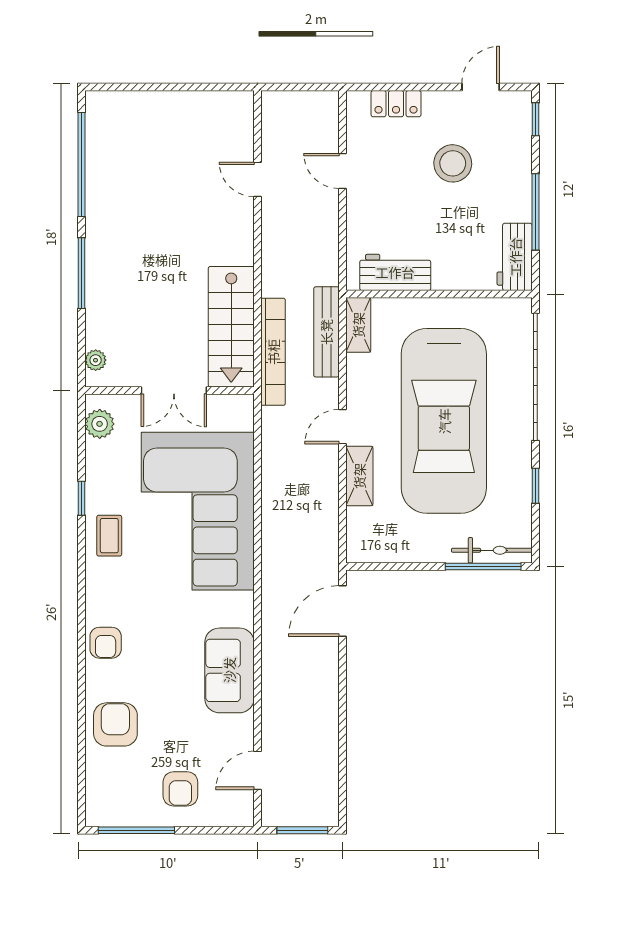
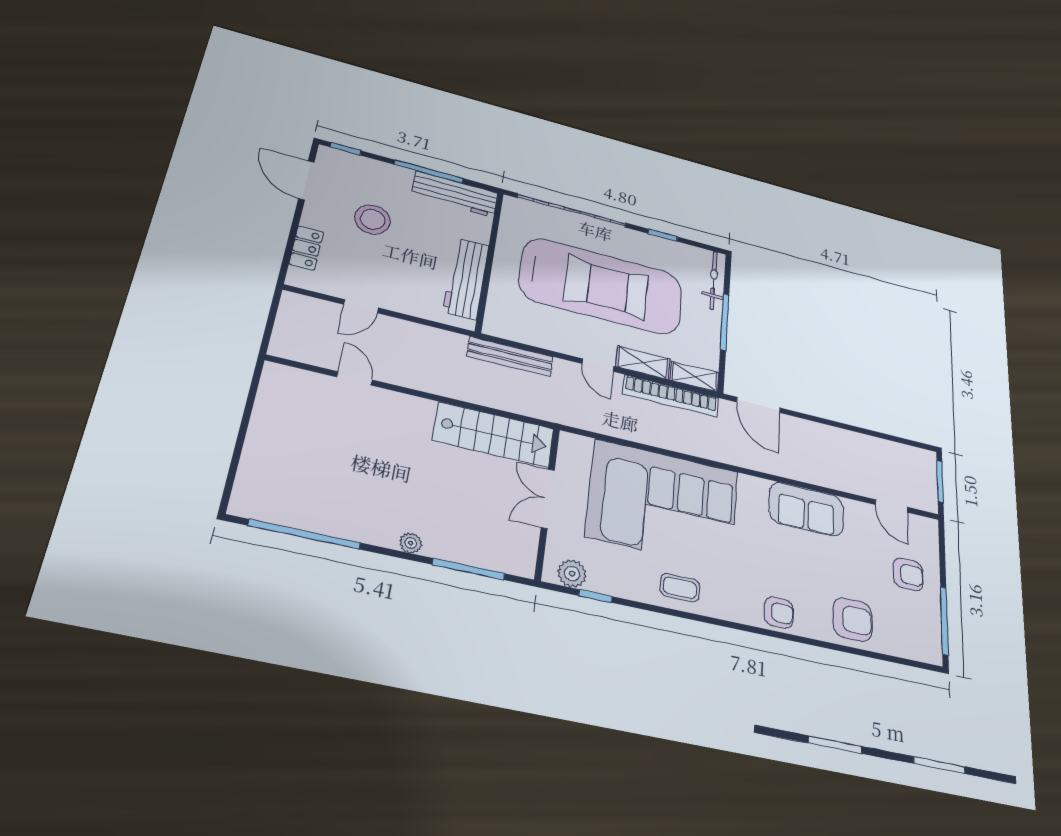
door: (481, 87) -> (306, 180), width x1.38
door: (257, 179) -> (354, 378), swing flipped
workbench: (515, 257) -> (455, 194), width x1.38
workbench: (395, 272) -> (466, 279), width x1.38
window: (82, 273) -> (469, 569), moved
shelving: (358, 325) -> (695, 377), moved
bookcase: (273, 352) -> (671, 396), moved, turned 180
plant: (96, 360) -> (411, 543), moved
double door: (174, 391) -> (548, 499), swing flipped
window: (82, 498) -> (595, 596), moved
window: (483, 566) -> (725, 322), moved
armchair: (115, 724) -> (852, 620), turned 180

